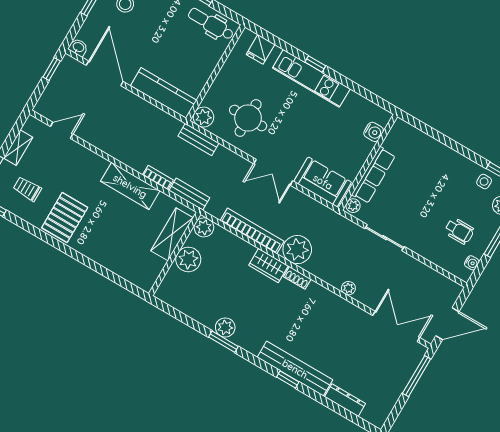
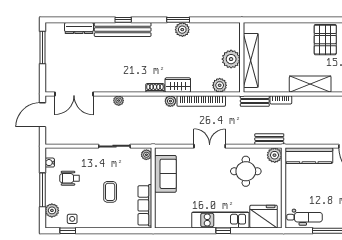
fridge: (260, 49) -> (264, 217), width x1.88, depth x1.34
water cooler: (374, 132) -> (161, 209), removed
row of seats: (374, 175) -> (145, 205), moved
sofa: (323, 182) -> (165, 174), moved, turned -90
shelving: (130, 186) -> (310, 84), moved
coffee table: (421, 187) -> (110, 192), added
plant: (204, 227) -> (220, 85), moved
shelving: (172, 234) -> (251, 60), width x1.47
plant: (297, 250) -> (170, 101), width x0.53, depth x0.53
window: (417, 376) -> (42, 48), moved

